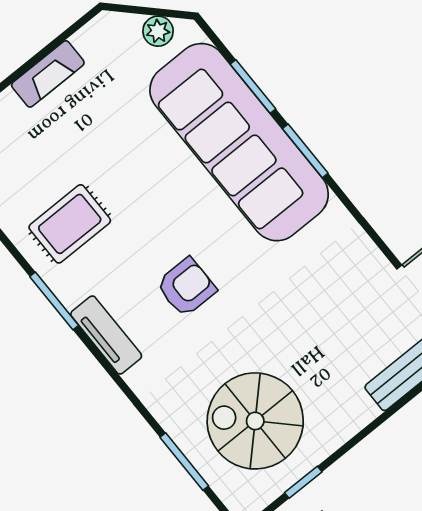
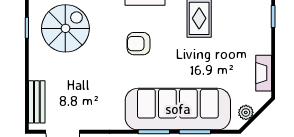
fireplace: (48, 74) -> (264, 73), moved
armchair: (186, 287) -> (138, 44), turned 90

